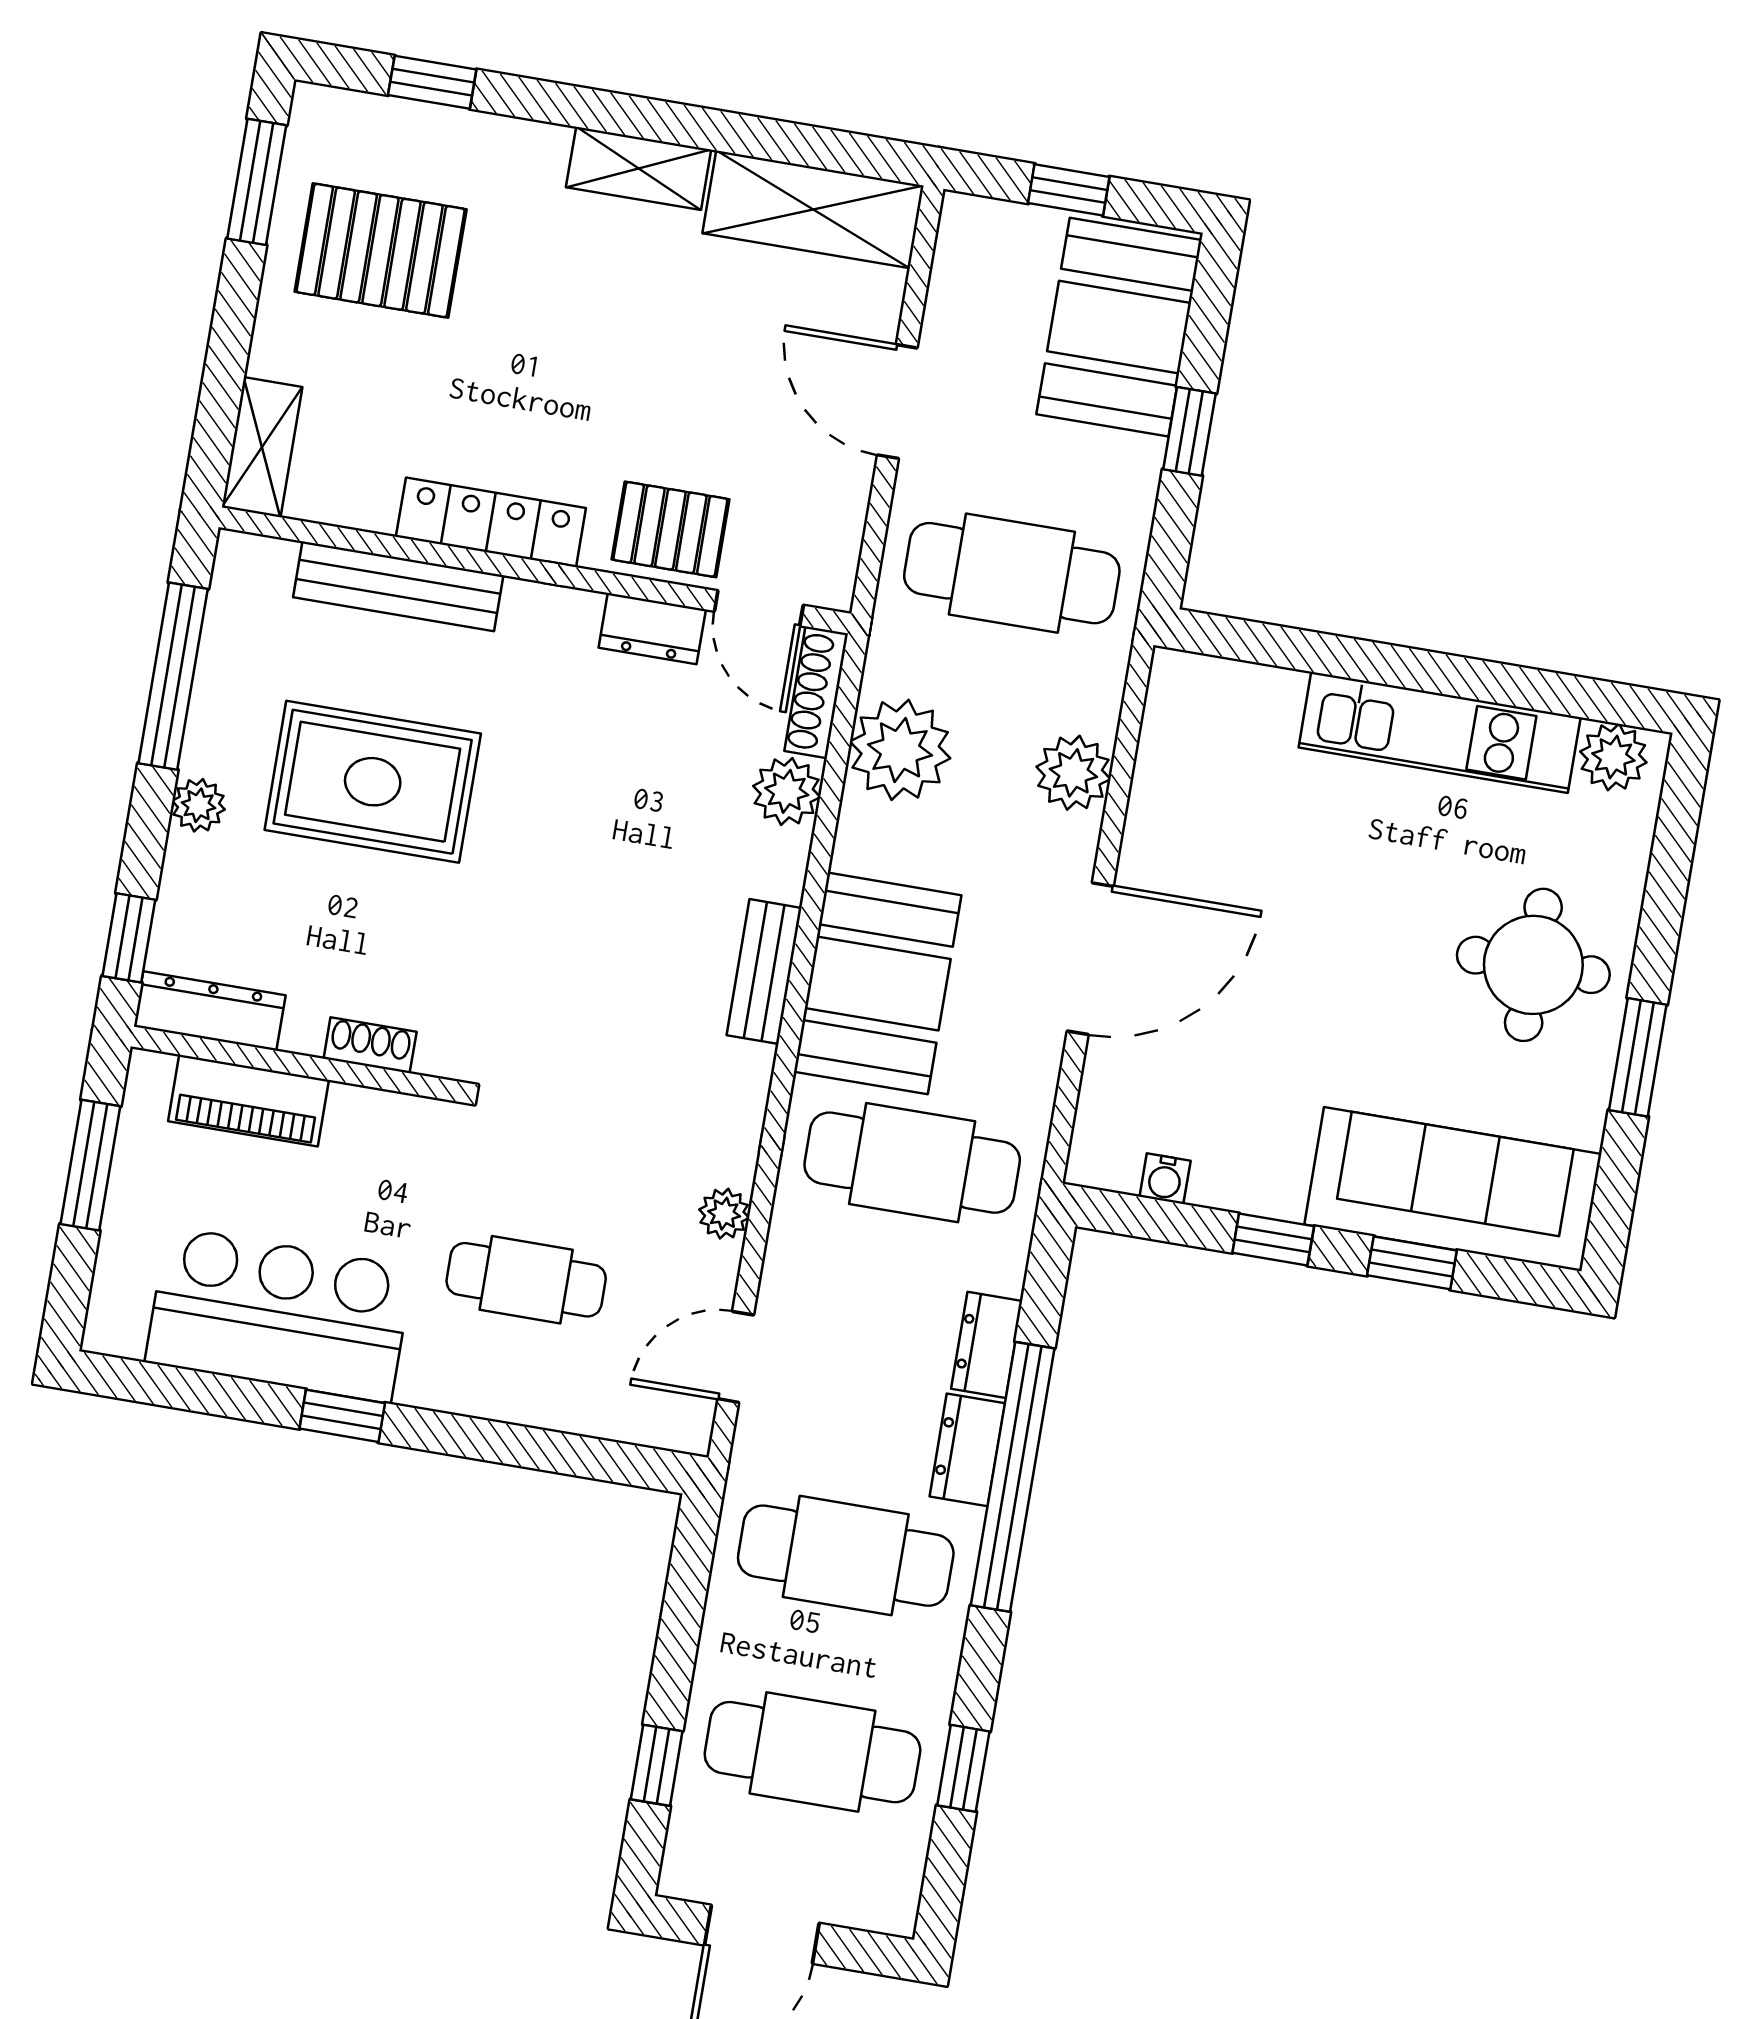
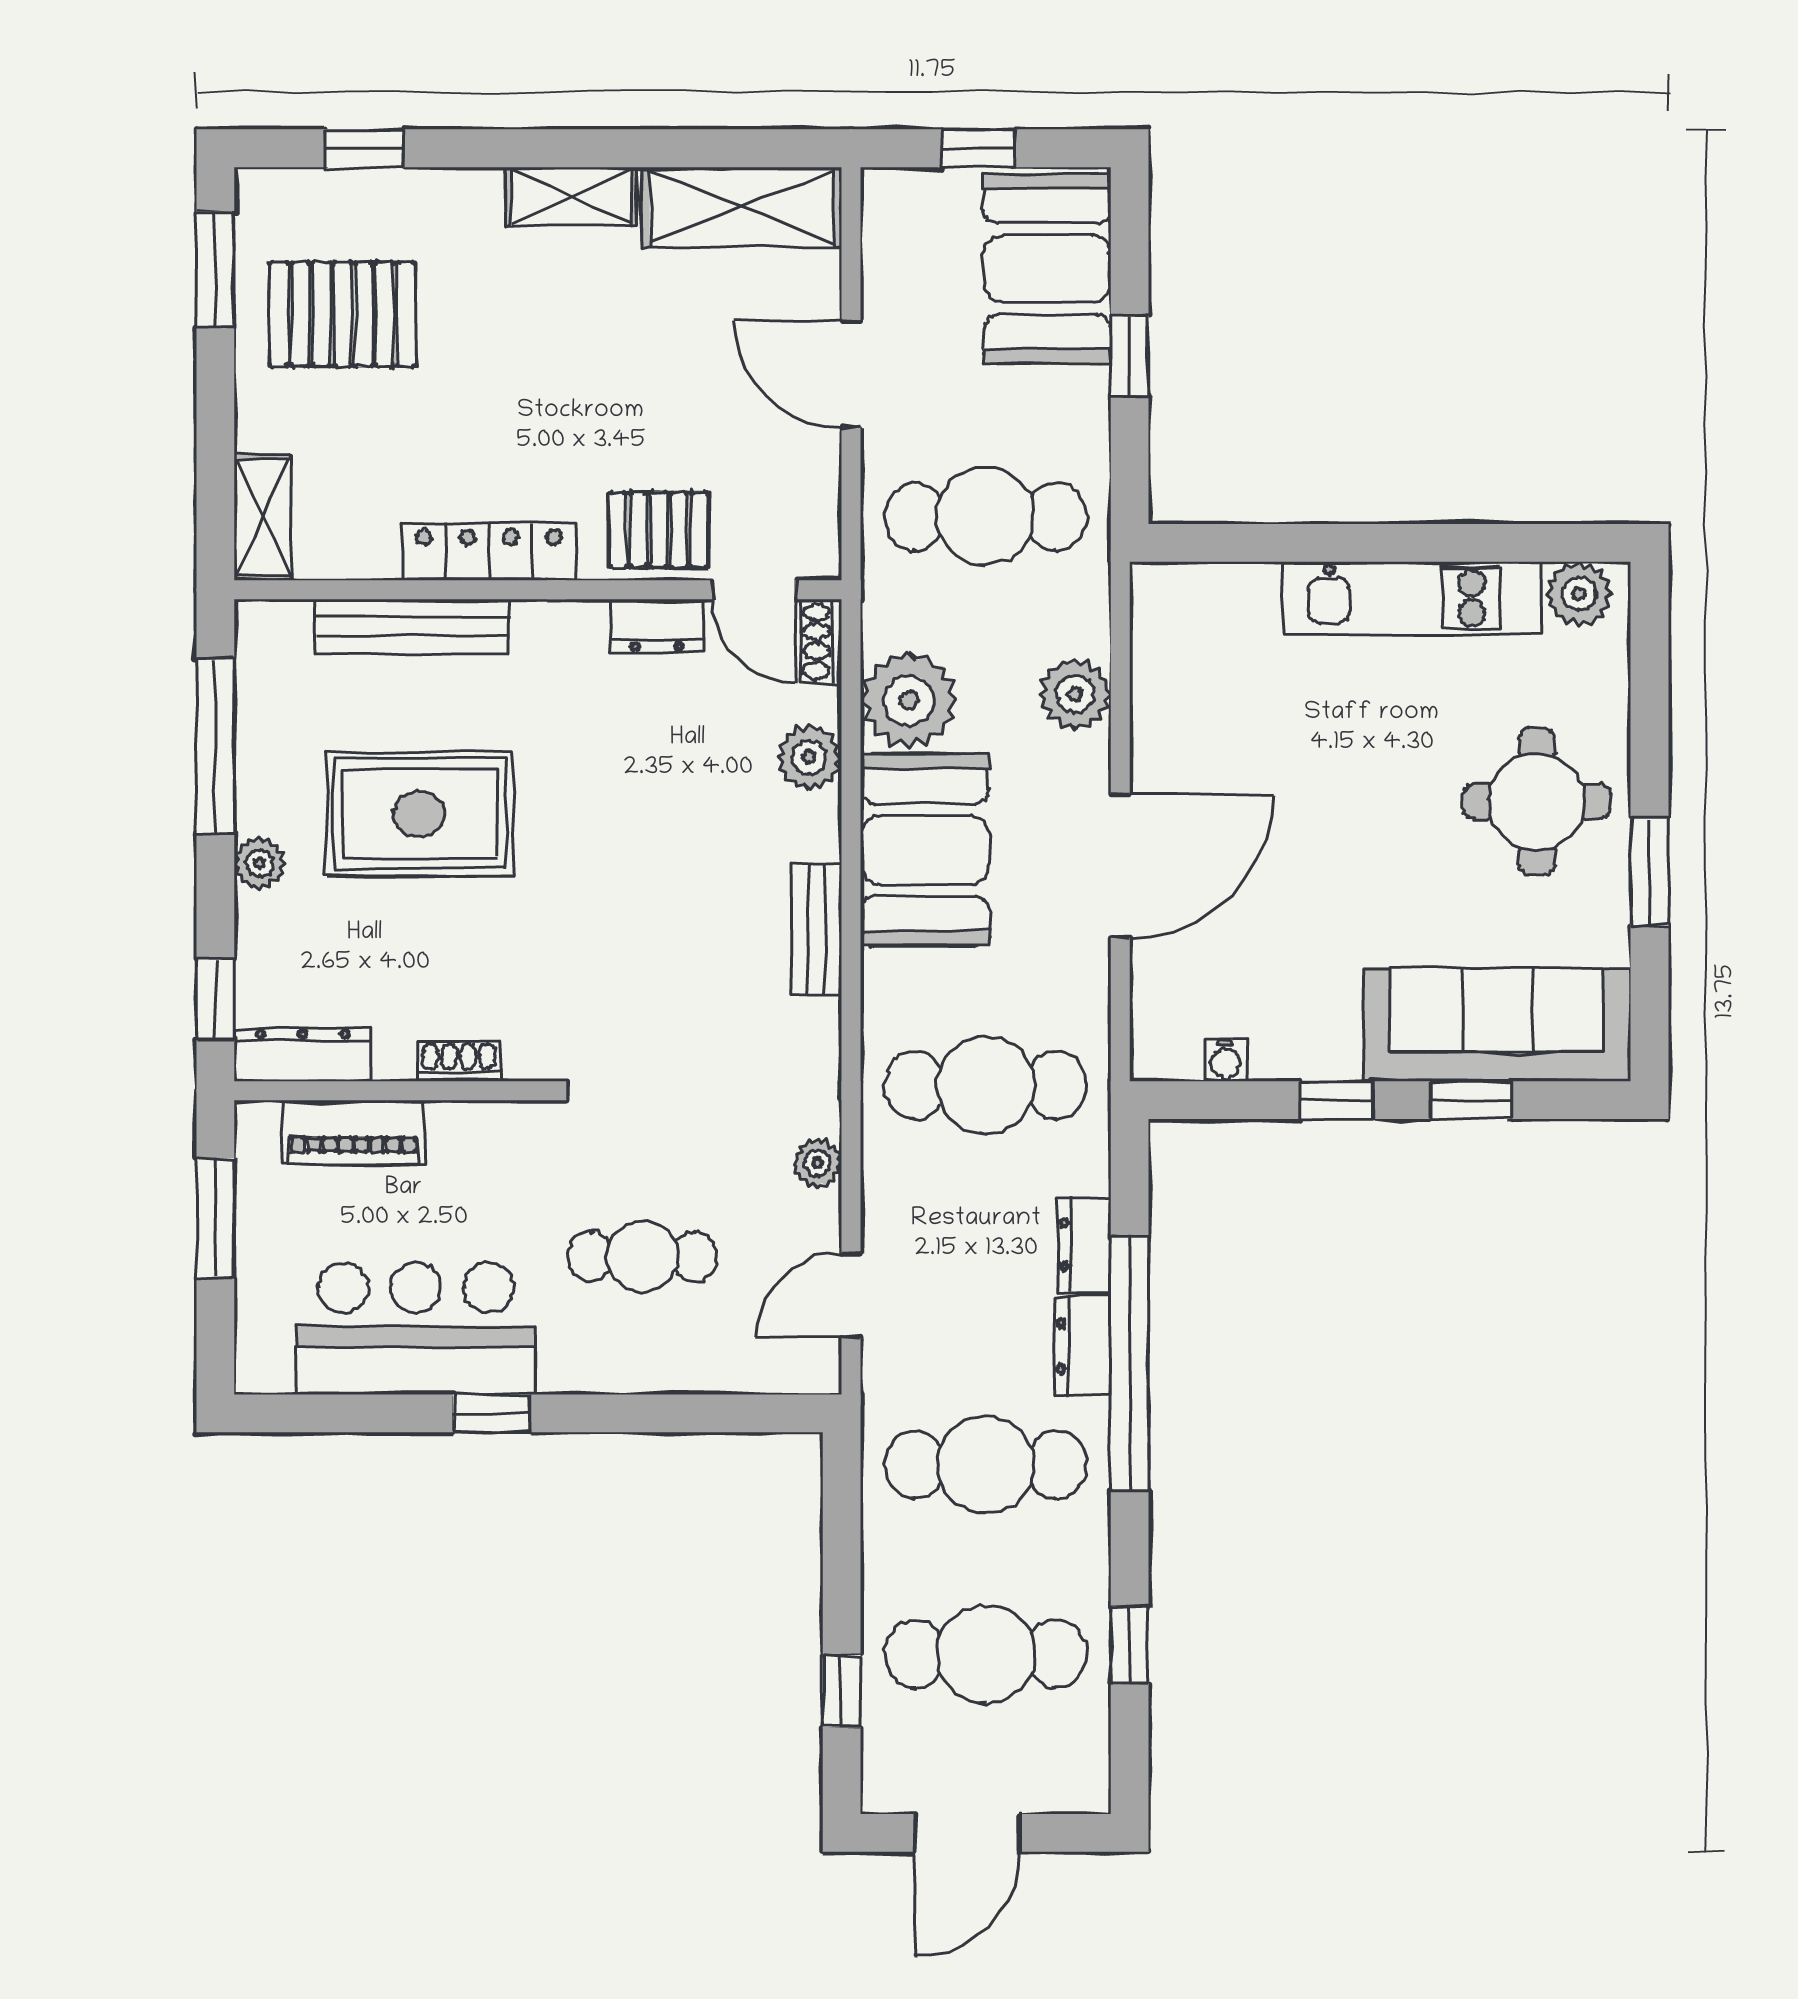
shoe rack: (816, 692) -> (821, 641), width x0.70
booth: (878, 983) -> (925, 850), moved

